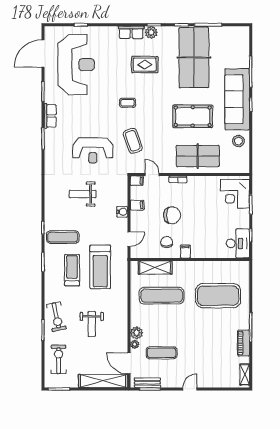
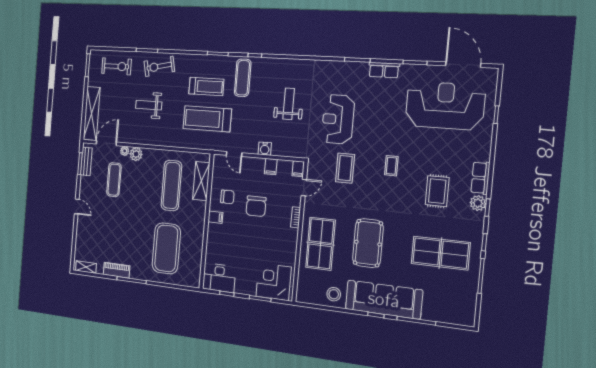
table tennis table: (194, 58) -> (441, 253), width x0.73, depth x0.76
reception desk: (76, 65) -> (445, 106), turned 180
coffee table: (133, 141) -> (345, 168), turned -71

